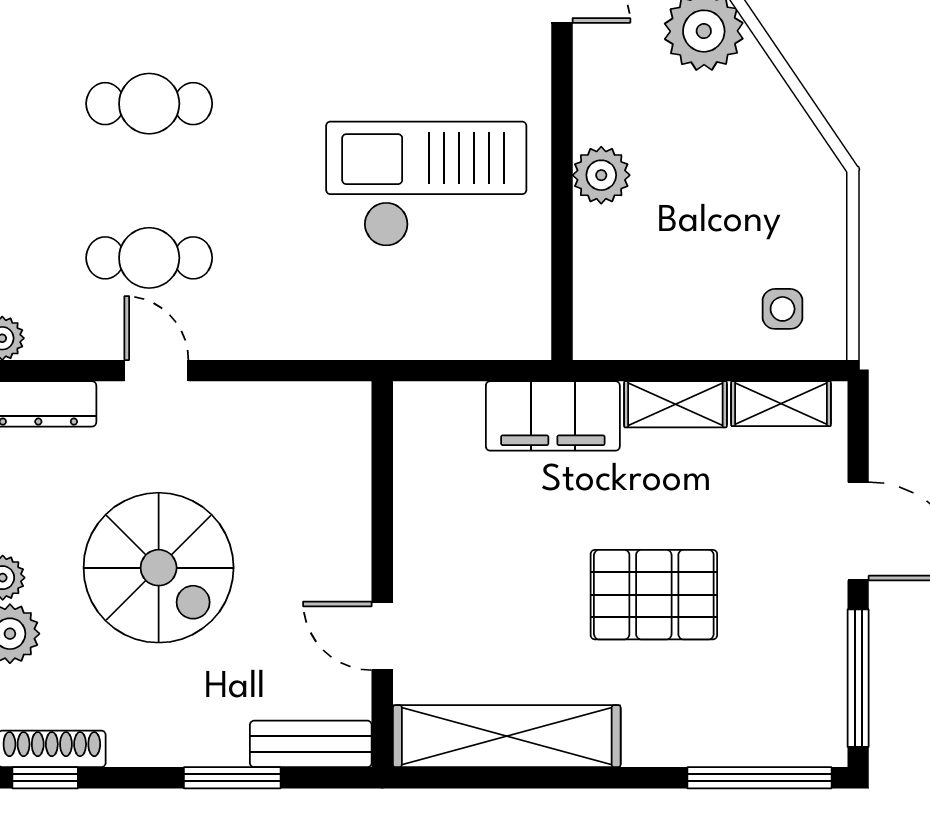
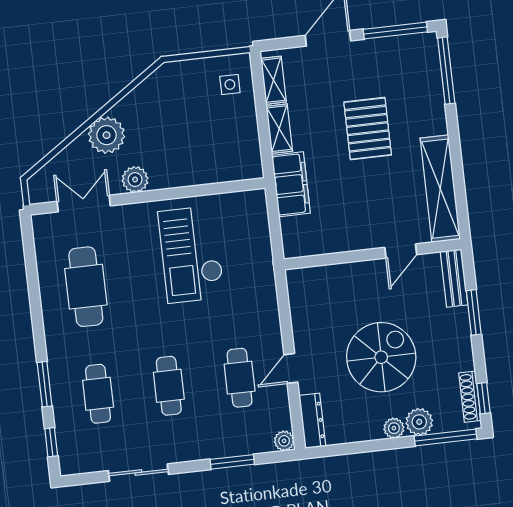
plant: (601, 175) -> (135, 180), moved

